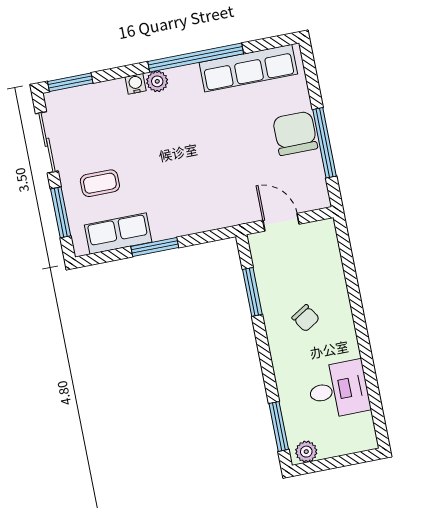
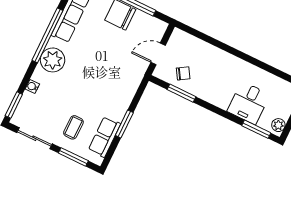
plant: (157, 81) -> (53, 60), width x1.88, depth x1.88
water cooler: (136, 84) -> (32, 86), moved
chair: (306, 318) -> (183, 73), moved
desk: (339, 390) -> (248, 103), moved, turned 180

